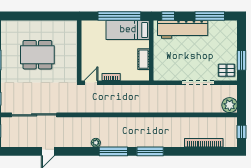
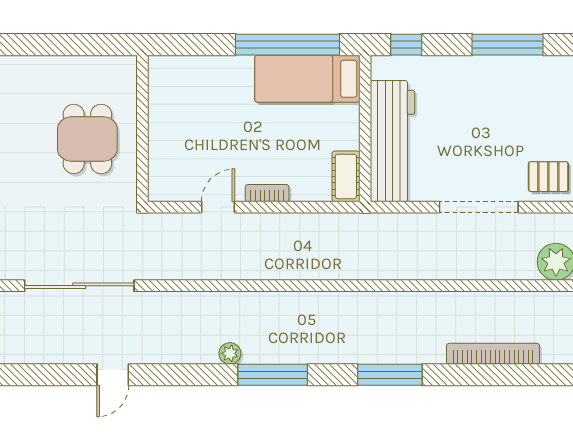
workbench: (183, 29) -> (392, 141), moved, turned -90
wall: (79, 50) -> (142, 128), moved
dining table: (37, 55) -> (87, 139), width x0.73
cot: (143, 59) -> (346, 176), moved
window: (150, 151) -> (390, 375), moved

